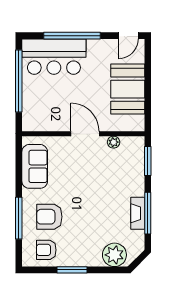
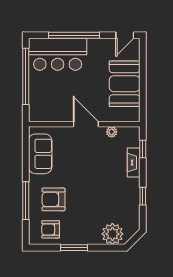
window: (148, 161) -> (143, 149), width x0.67
fireplace: (138, 213) -> (134, 163), moved
window: (148, 213) -> (143, 196), width x0.46

